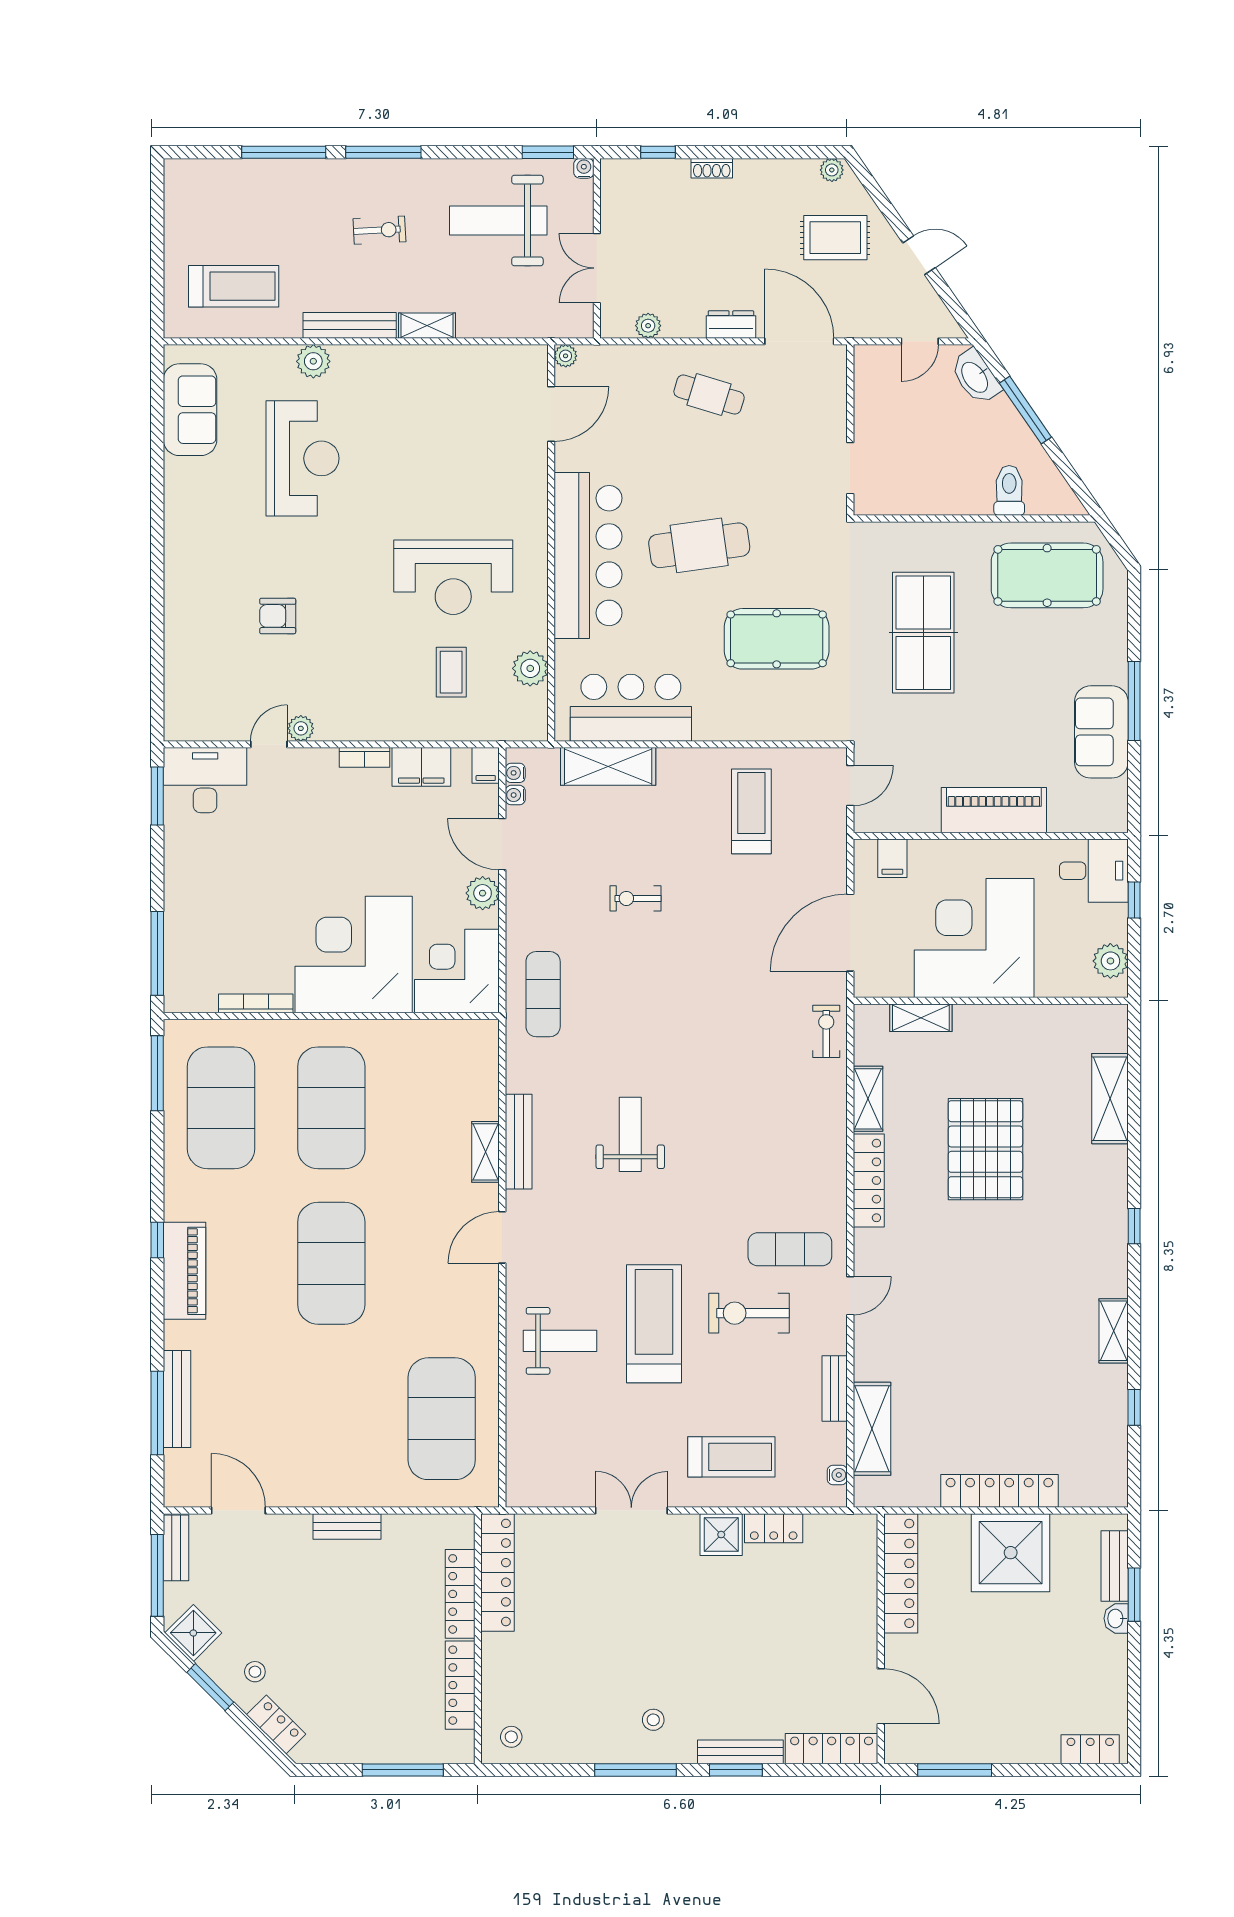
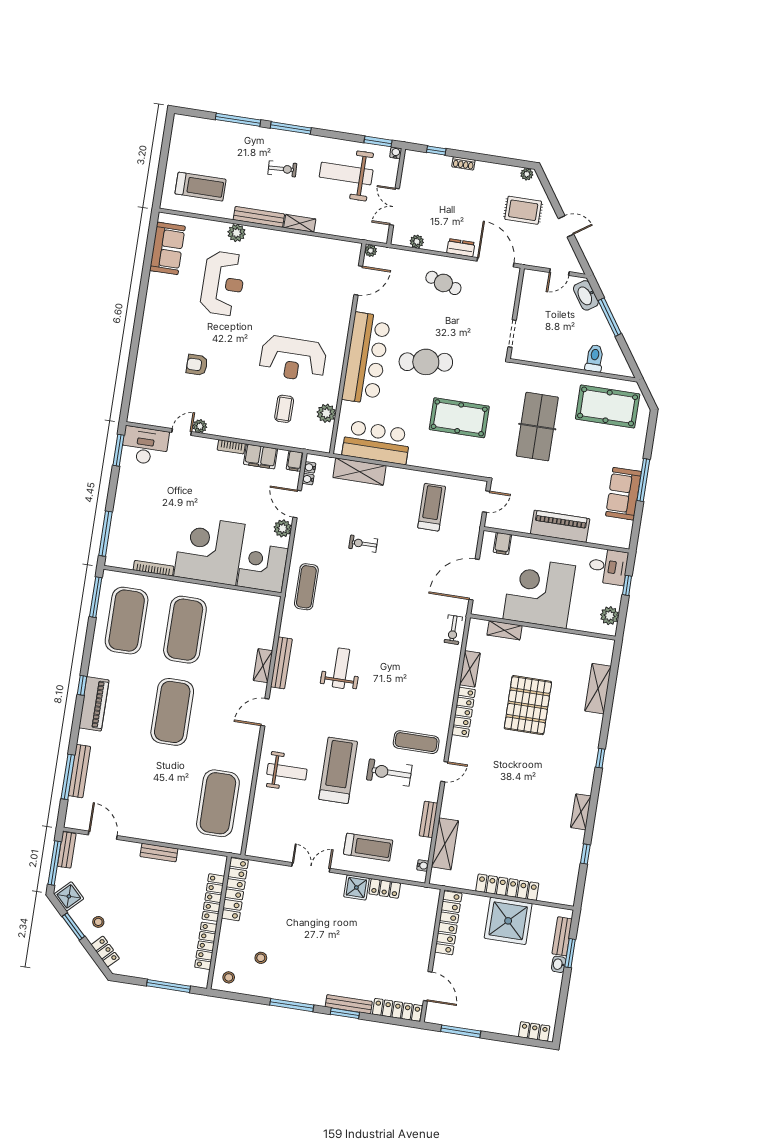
exercise bike: (826, 1031) -> (453, 630), turned 180
stool: (653, 1720) -> (261, 958), moved

